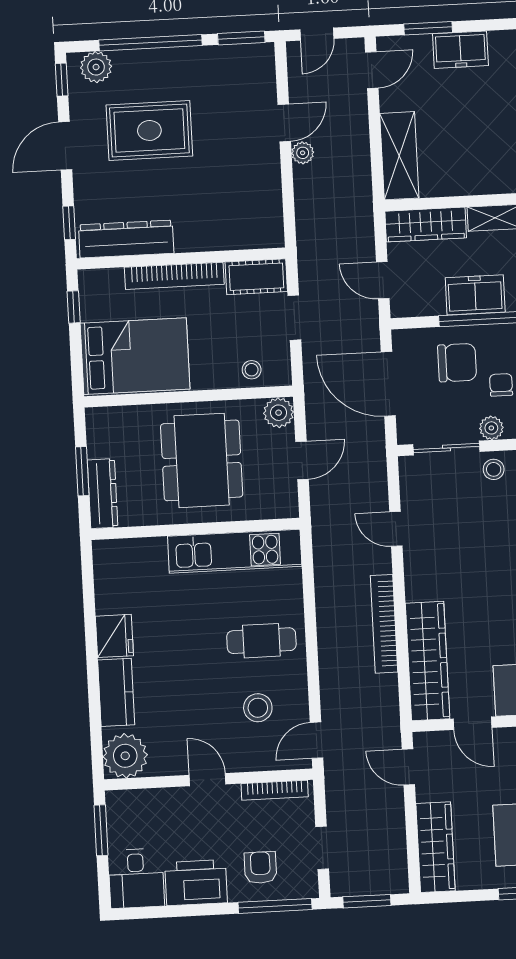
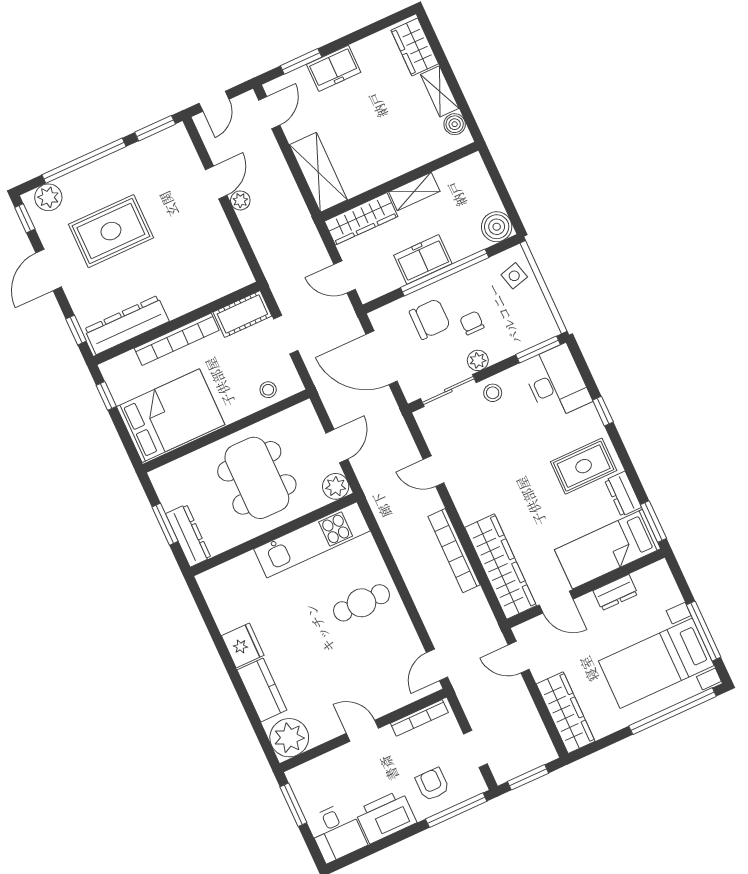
plant: (279, 413) -> (336, 486), moved
stool: (258, 708) -> (380, 657), removed

